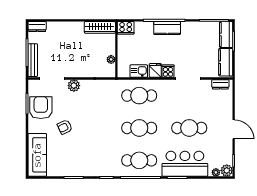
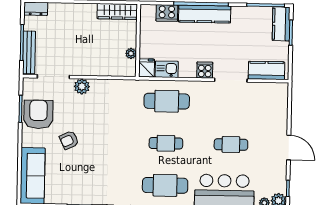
cooker: (126, 28) -> (167, 13), moved
kitchen counter: (167, 28) -> (205, 14), width x1.50
kitchen counter: (226, 62) -> (266, 70), moved, turned 90
fridge: (155, 70) -> (147, 68), moved
dresser: (220, 84) -> (272, 89), removed
cafe table: (139, 128) -> (166, 143), width x0.73, depth x0.74
cafe table: (189, 128) -> (231, 145), width x0.73, depth x0.74

